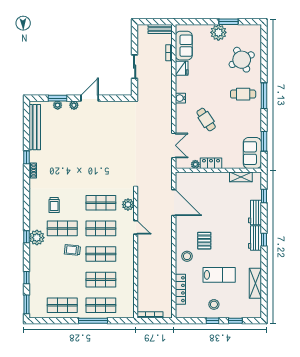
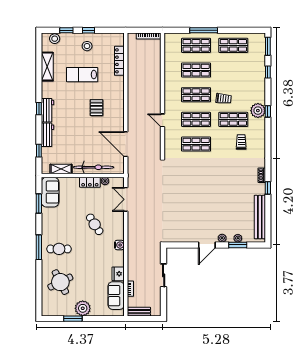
bicycle: (207, 179) -> (93, 167), added
plant: (128, 205) -> (170, 142), removed
stool: (187, 256) -> (55, 39), moved

